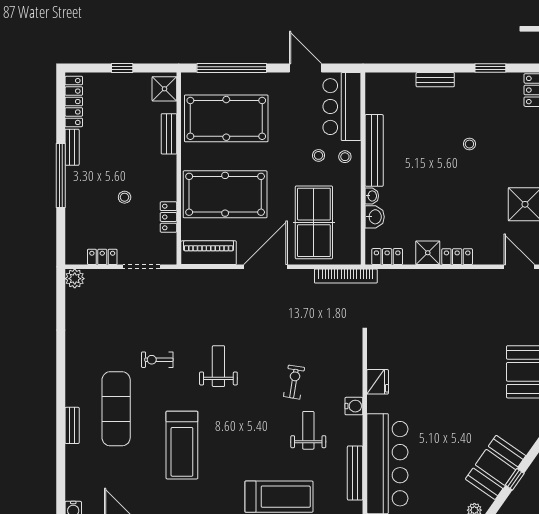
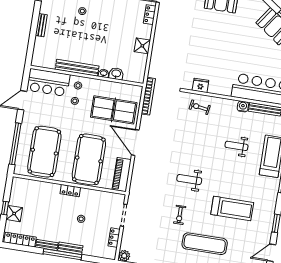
shower: (164, 89) -> (14, 214), moved
bench: (169, 134) -> (70, 248), moved
locker: (169, 217) -> (70, 191), moved
locker: (387, 257) -> (141, 70), removed
locker: (457, 257) -> (150, 15), moved
exercise bike: (294, 382) -> (200, 107), moved
fridge: (378, 382) -> (200, 85), moved
water cooler: (354, 406) -> (243, 106), moved
weight bench: (308, 430) -> (236, 146), moved

